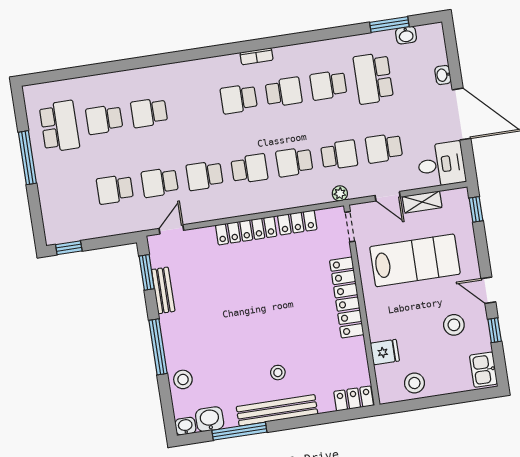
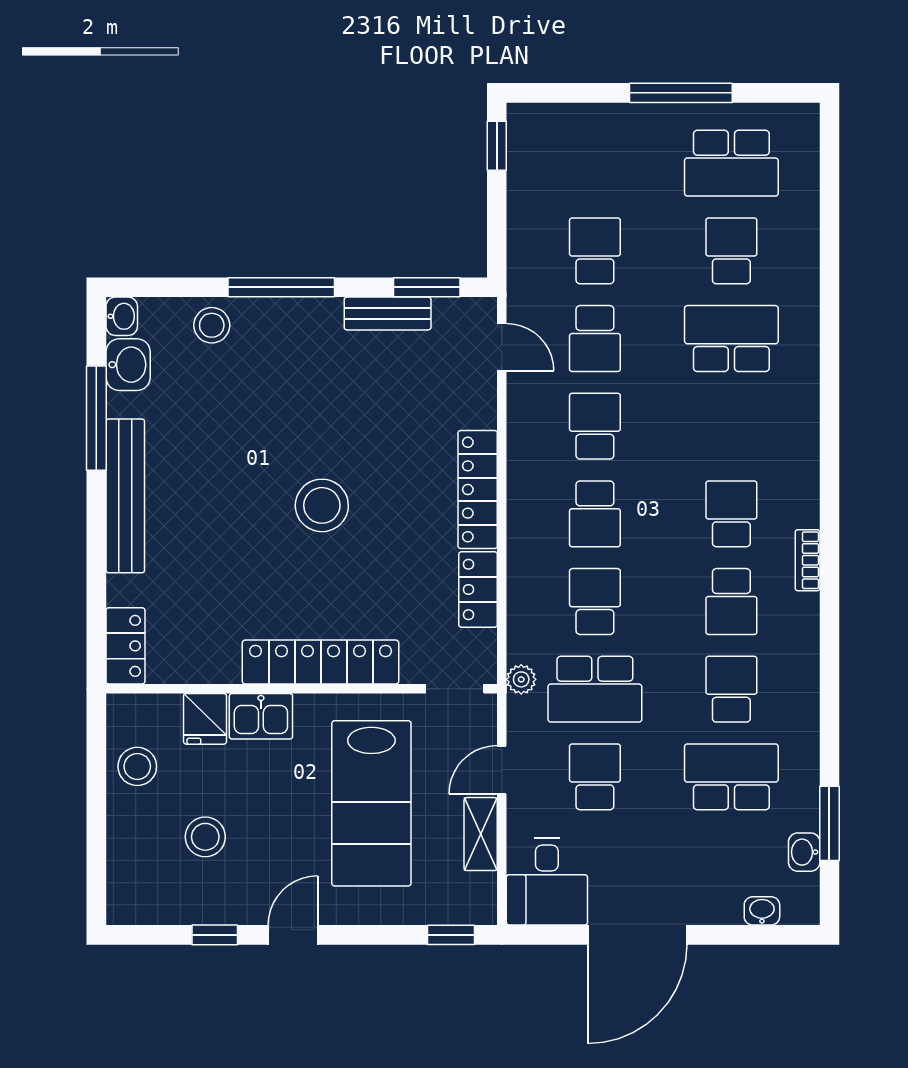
washbasin: (443, 75) -> (762, 911), moved
school desk: (149, 113) -> (731, 339), width x1.85
school desk: (339, 155) -> (595, 689), width x1.85
school desk: (160, 182) -> (595, 339), turned 180
stool: (454, 325) -> (205, 837), moved
kitchen sink: (483, 370) -> (261, 716), moved, turned 180
stool: (278, 373) -> (322, 505), moved, width x1.89, depth x1.89

